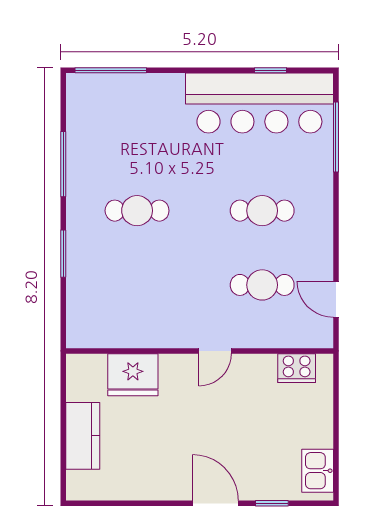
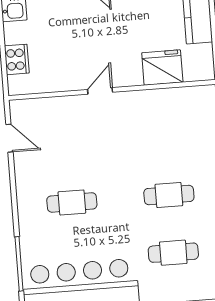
cafe table: (262, 285) -> (173, 253), moved
cooker: (297, 368) -> (17, 59), moved, turned 90

